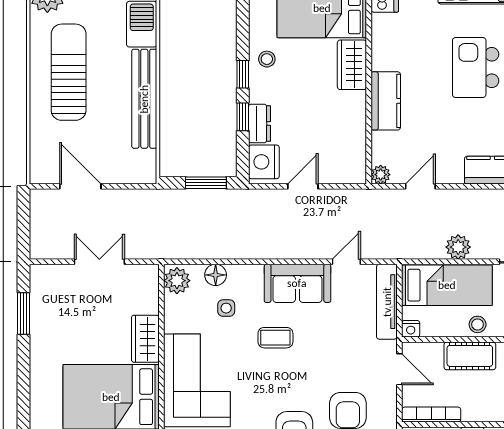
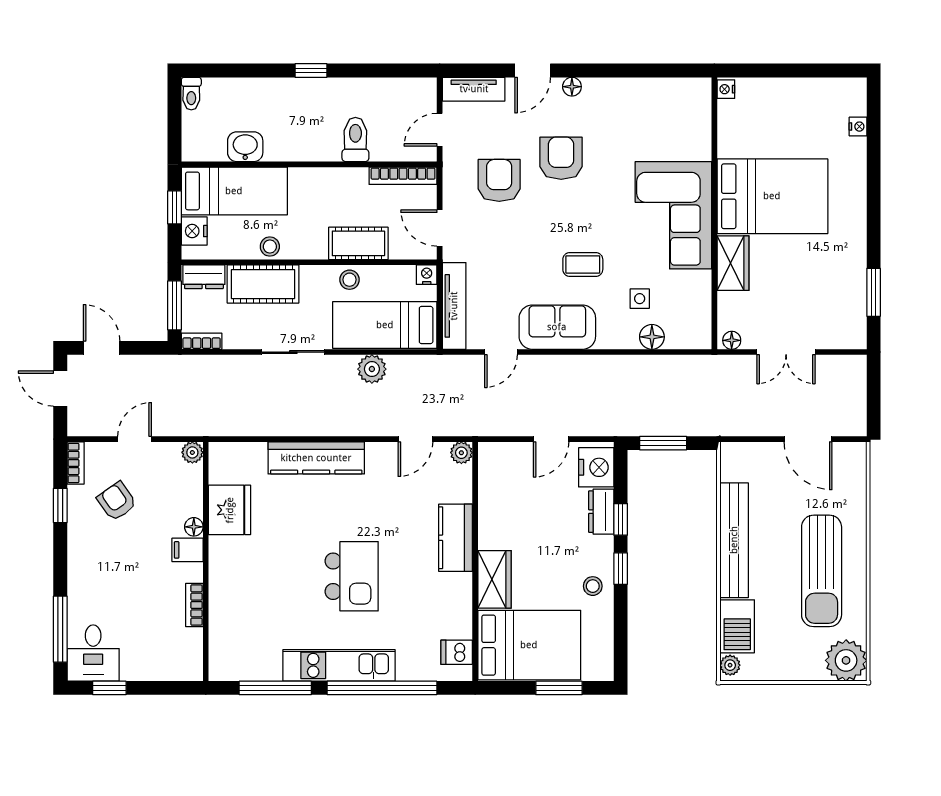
floor lamp: (146, 272) -> (732, 340), added
plant: (177, 281) -> (696, 330), removed

